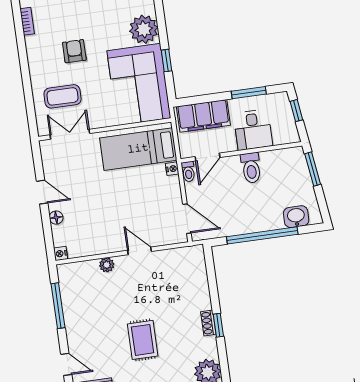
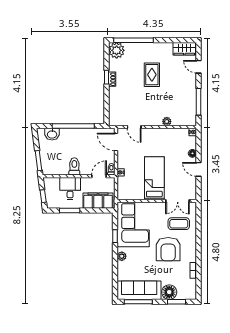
plant: (144, 29) -> (122, 256), width x0.53, depth x0.53
armchair: (74, 51) -> (168, 249), width x1.88, depth x1.88
bed: (138, 149) -> (154, 178), moved, turned -90
door: (139, 251) -> (134, 127), moved

